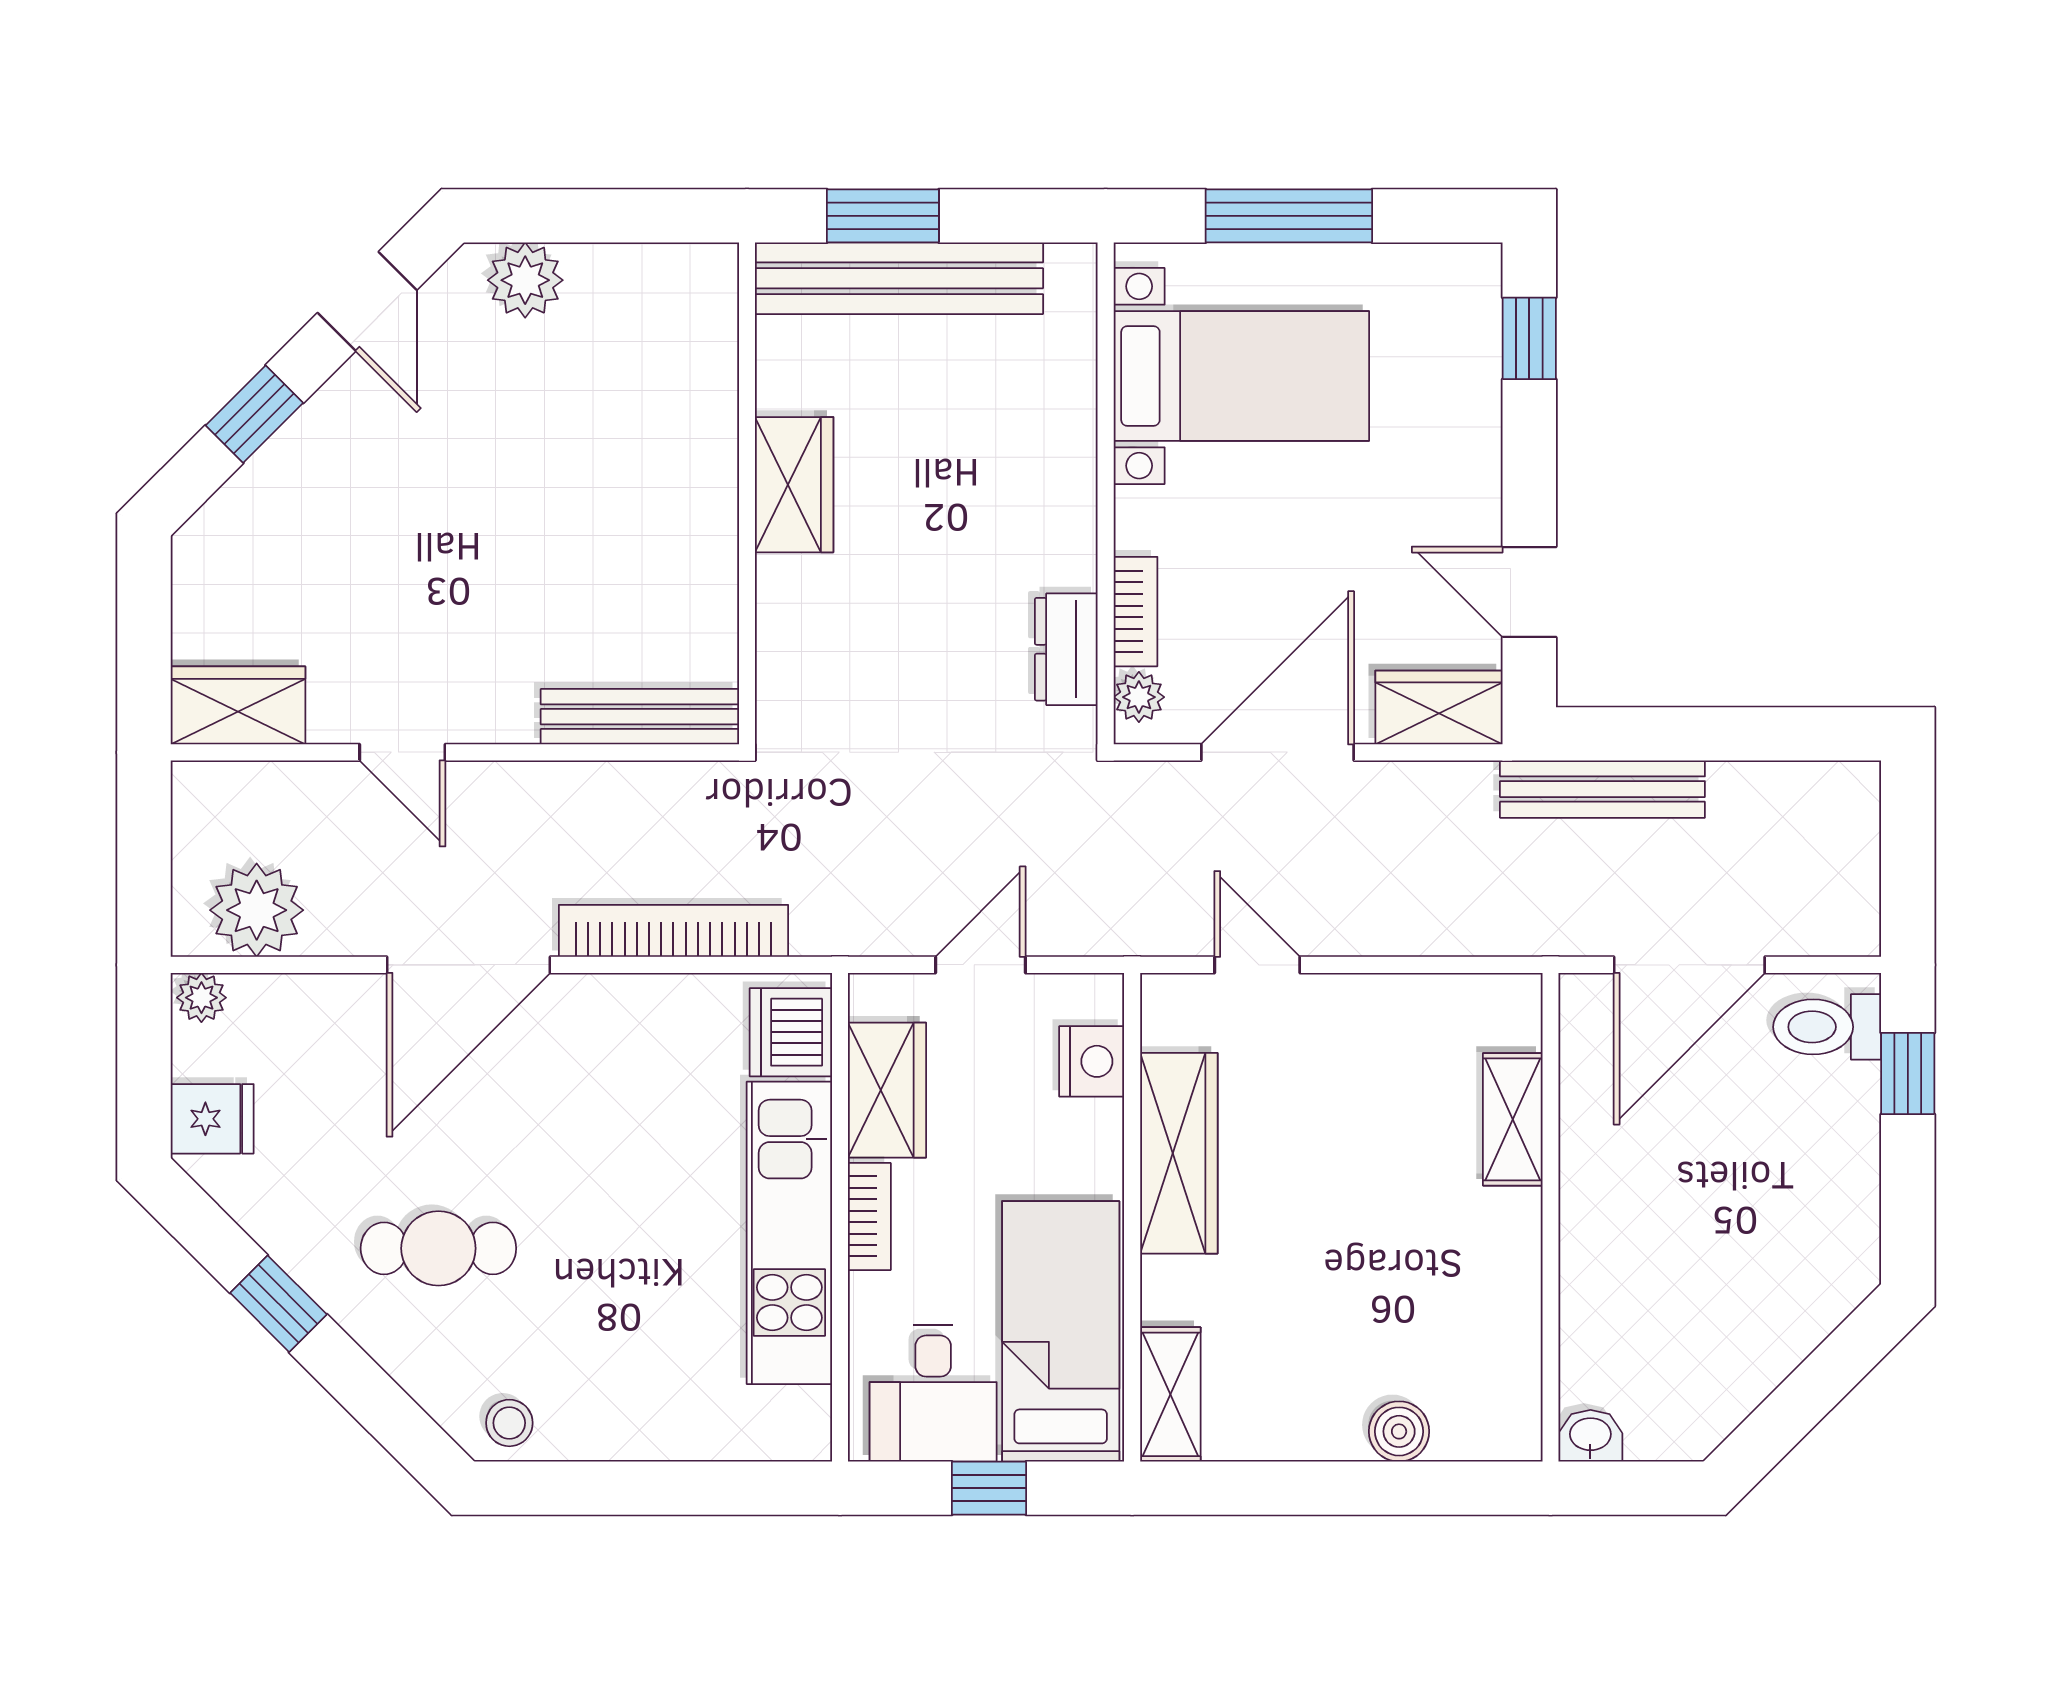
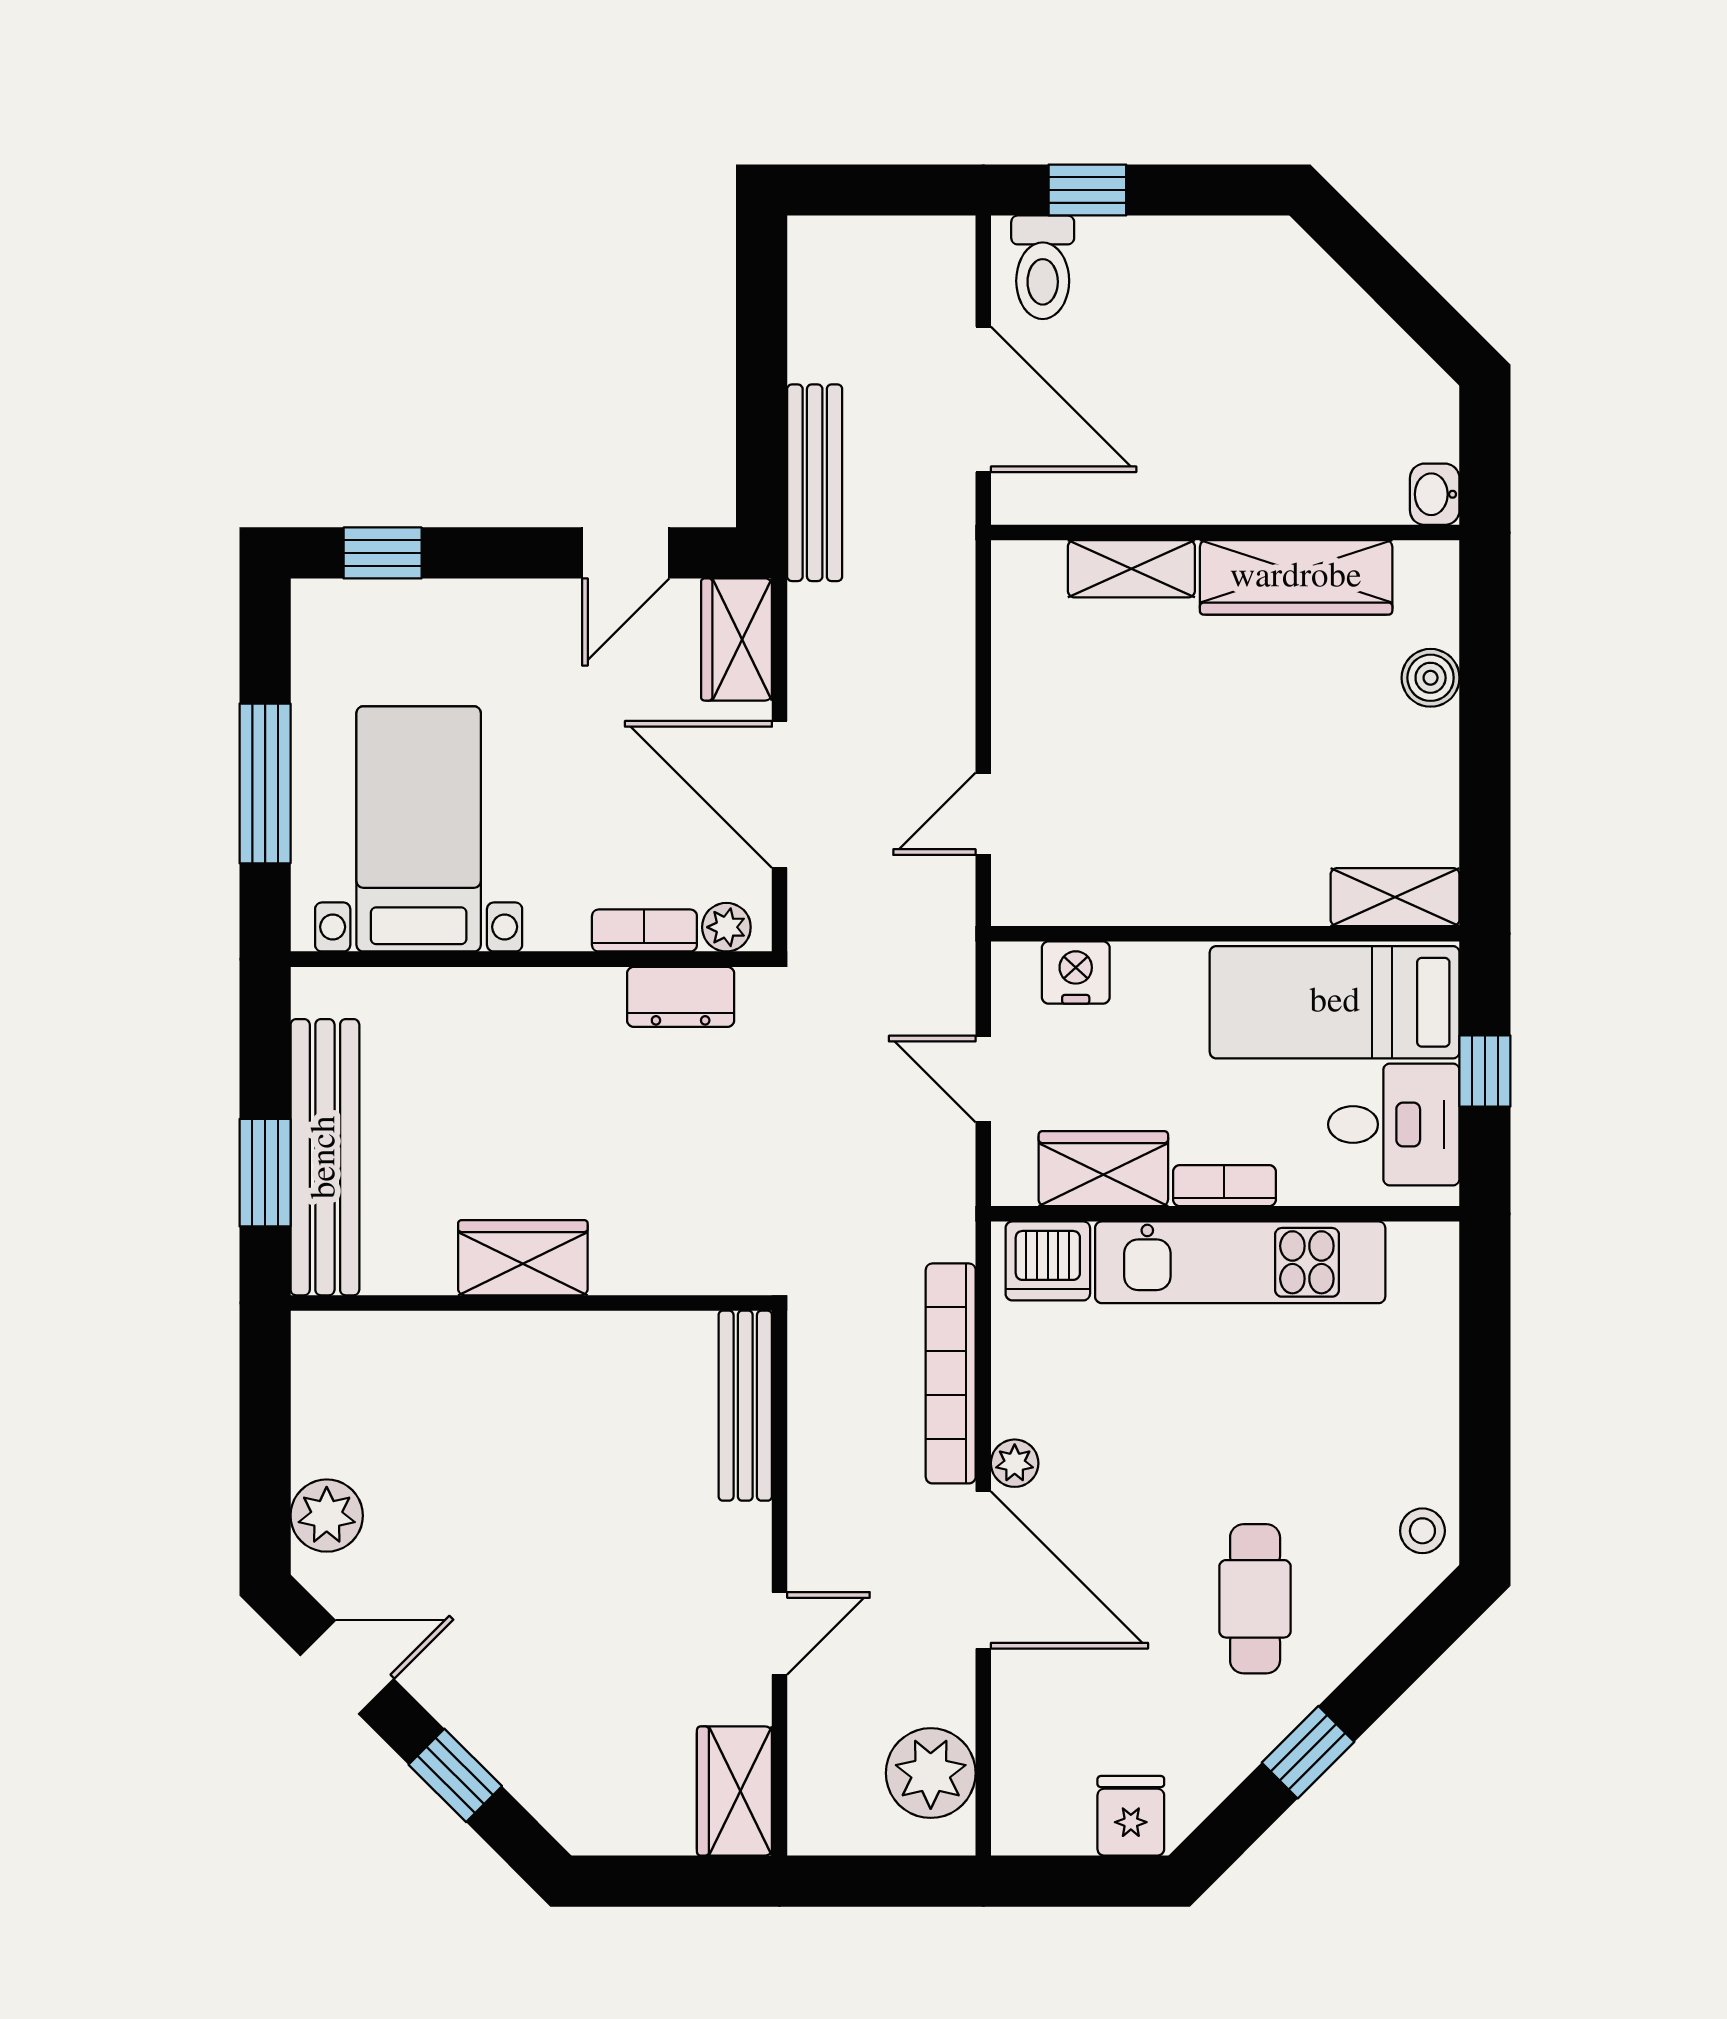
plant: (201, 998) -> (1015, 1463), moved
wardrobe: (1179, 1153) -> (1296, 577), moved, turned 180

